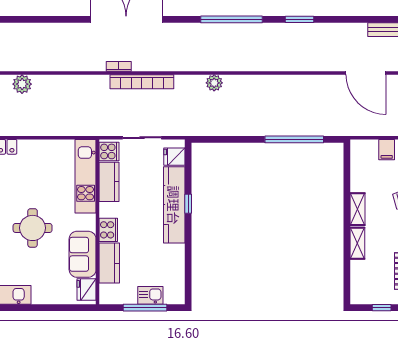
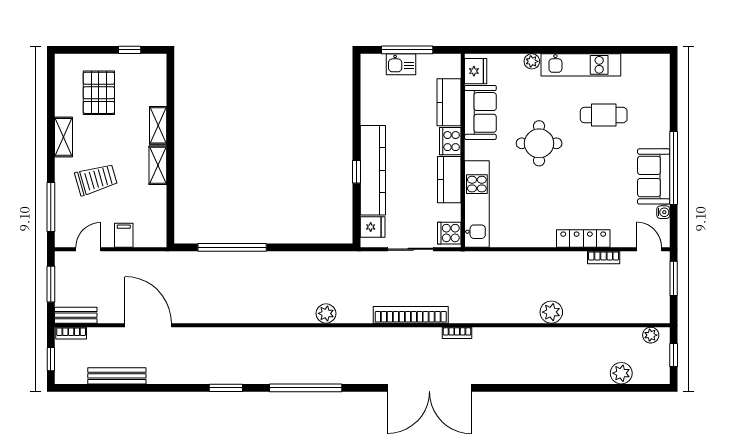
bookcase: (119, 66) -> (457, 333), moved
kitchen counter: (109, 182) -> (449, 180), moved
plant: (39, 298) -> (532, 61), added

